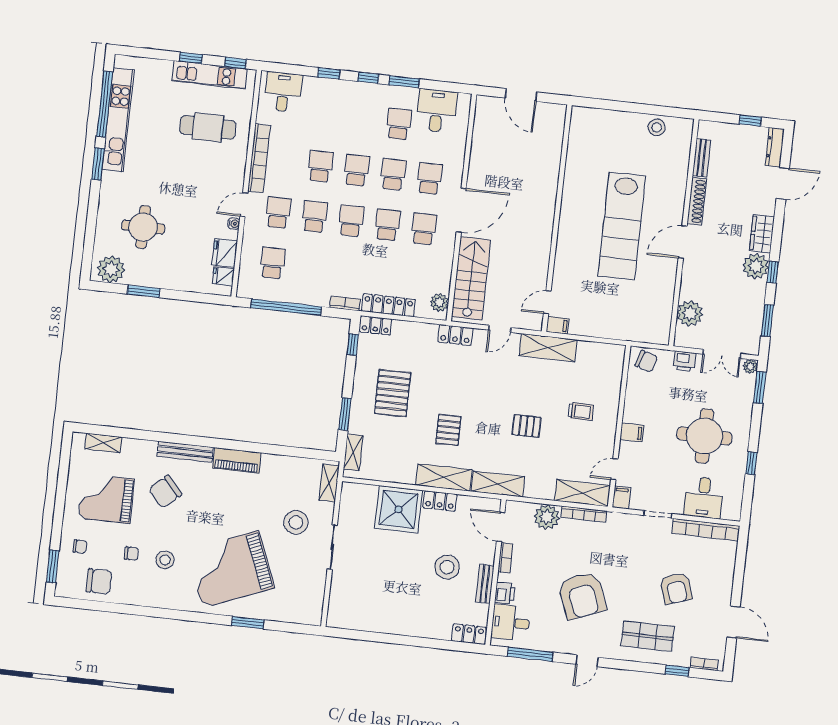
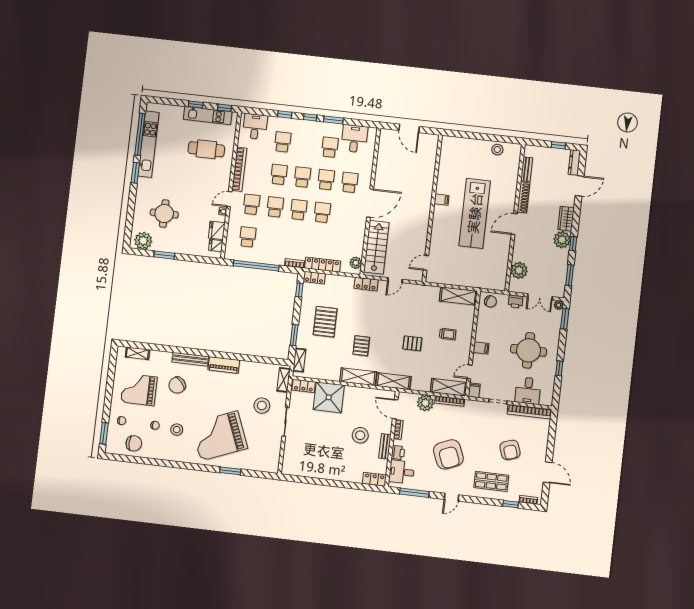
school desk: (424, 229) -> (283, 142), moved
filing cabinet: (558, 325) -> (442, 200), moved
shelving: (548, 348) -> (458, 296), moved
locker: (440, 501) -> (304, 386), moved

